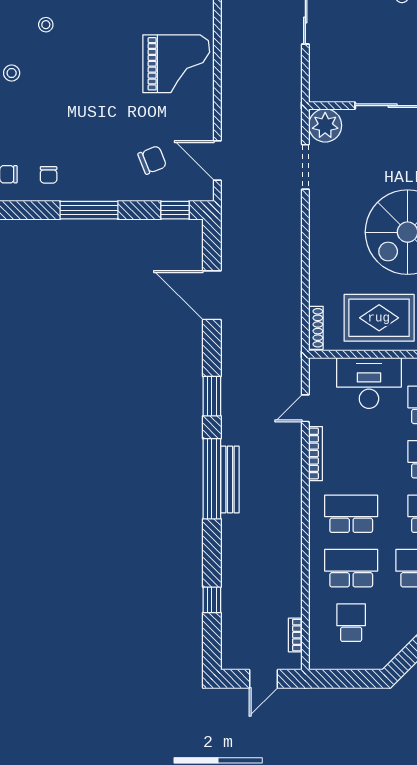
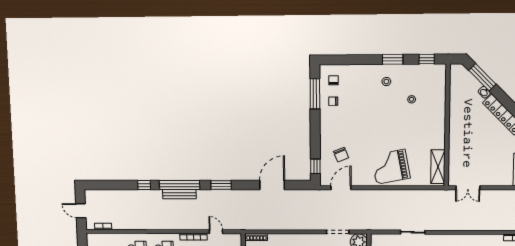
grand piano: (176, 64) -> (391, 167), turned 79
window: (89, 210) -> (315, 94), moved
window: (212, 600) -> (144, 185), moved

